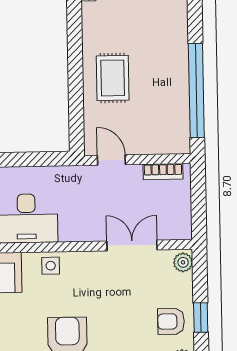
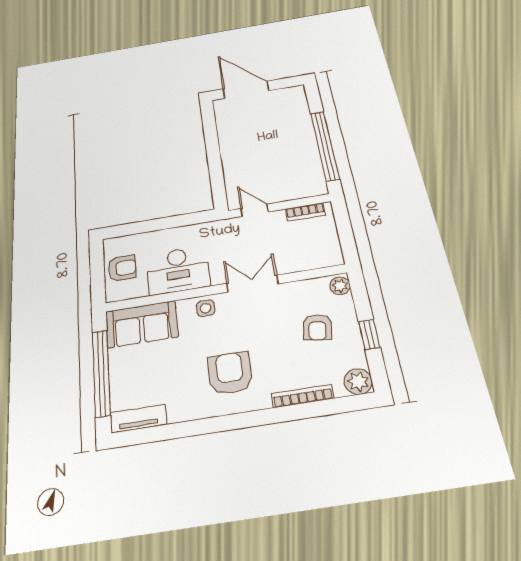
rug: (113, 78) -> (247, 148), removed
double door: (132, 245) -> (252, 284), moved
armchair: (171, 321) -> (317, 327), moved, turned -81

